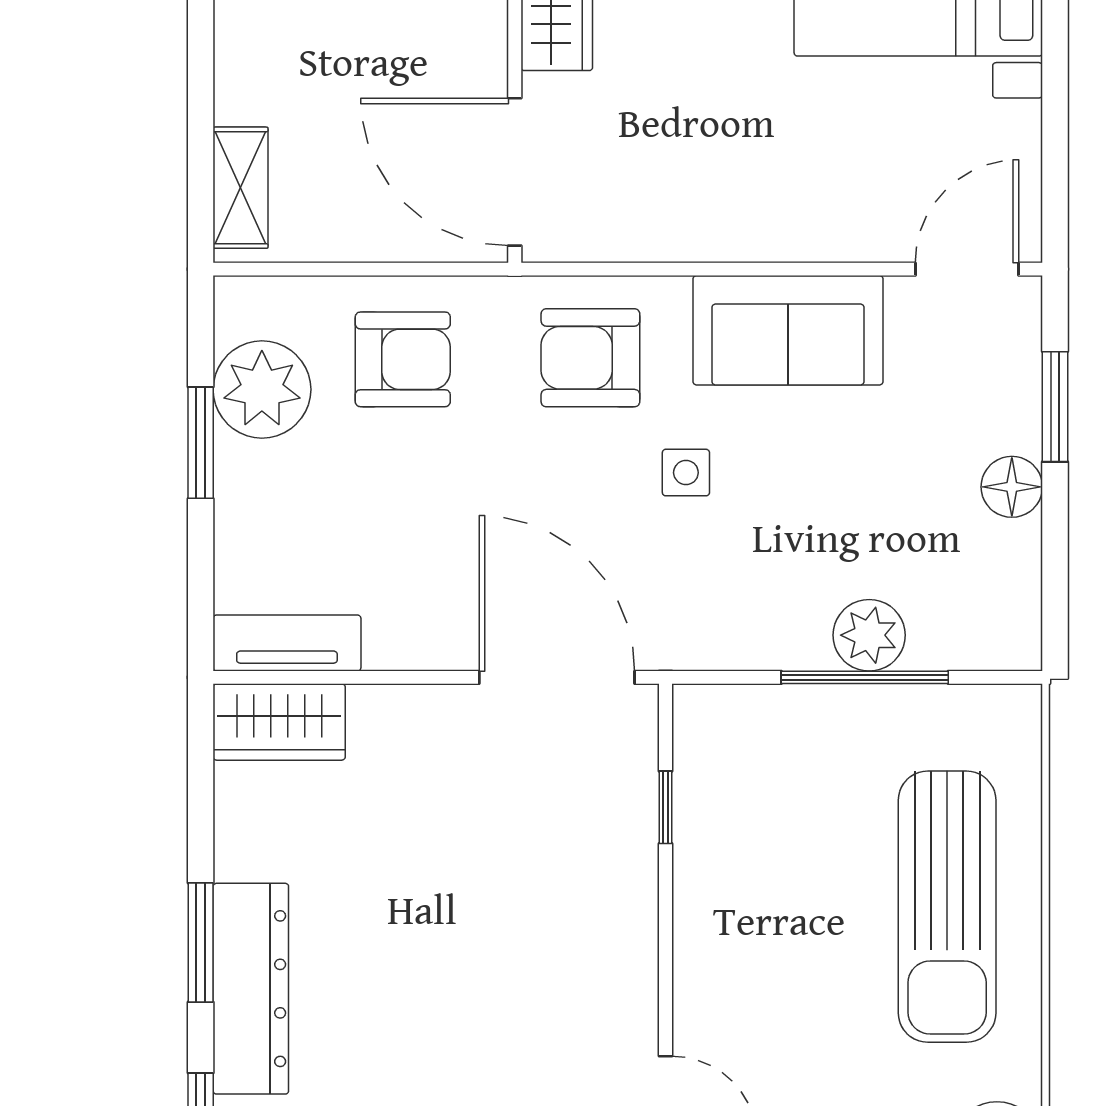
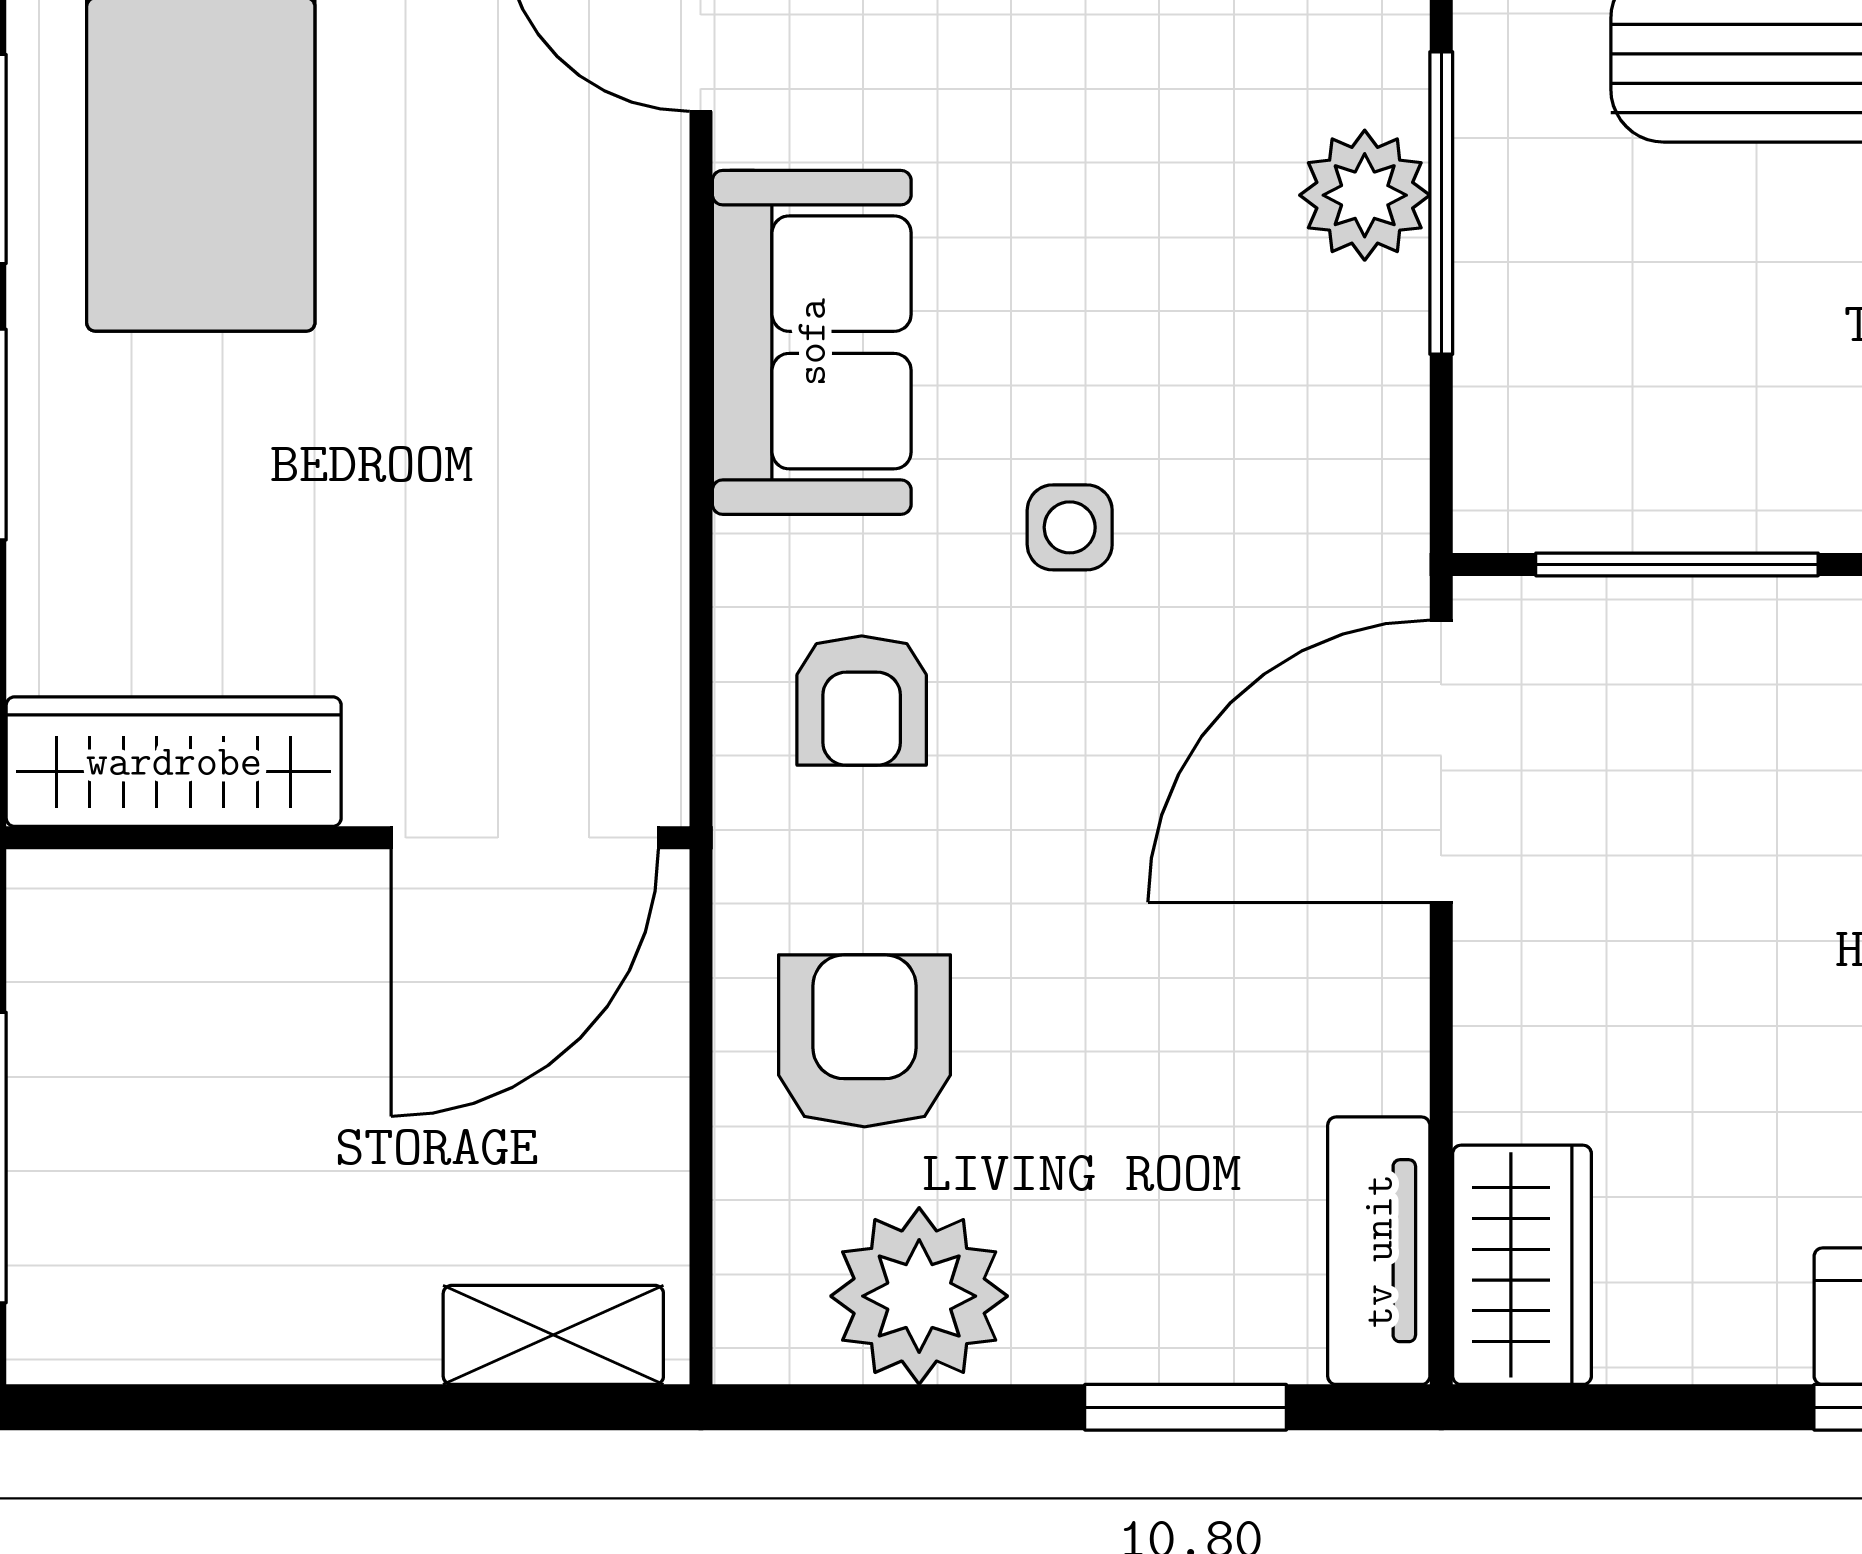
armchair: (590, 358) -> (862, 701), width x0.72, depth x0.72
window: (201, 443) -> (1186, 1407), moved
window: (666, 807) -> (1677, 564), width x2.17

